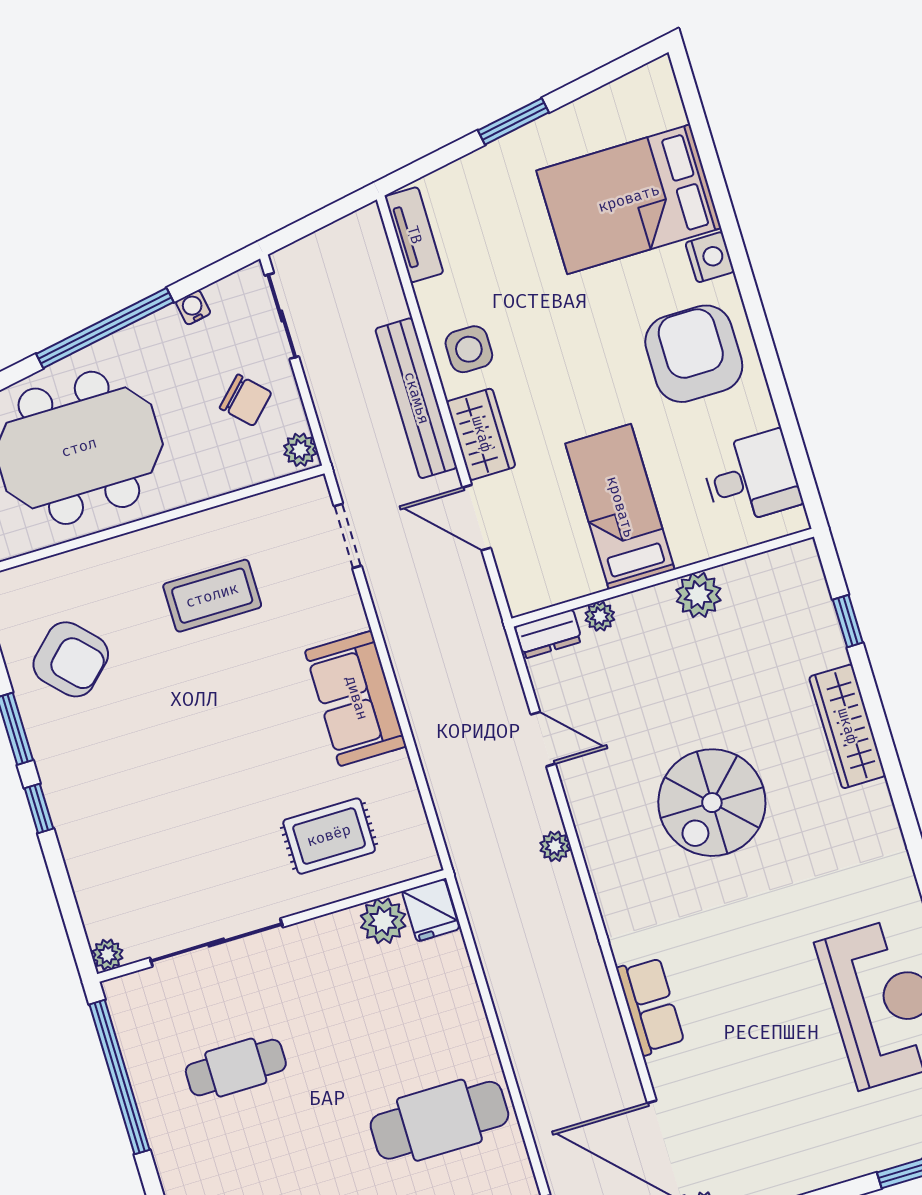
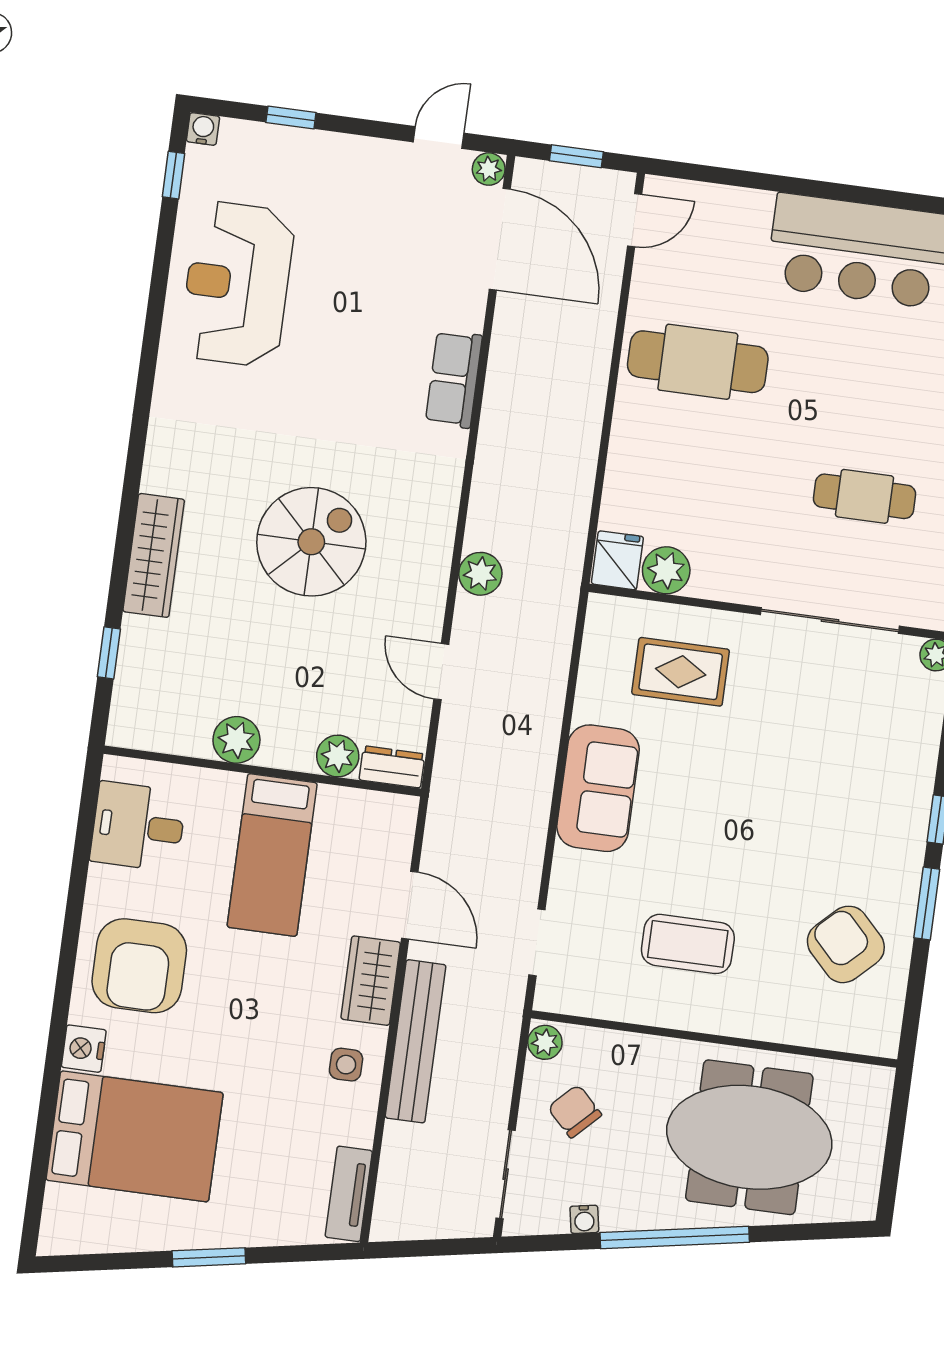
side table: (469, 349) -> (346, 1065), width x0.73, depth x0.73
plant: (600, 616) -> (338, 756), width x1.38, depth x1.38
plant: (555, 846) -> (480, 574), width x1.38, depth x1.38

